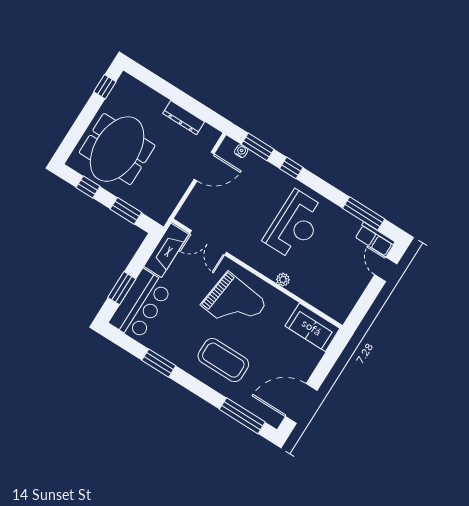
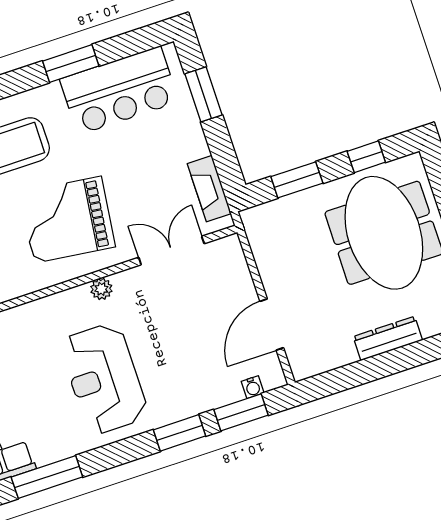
dresser: (184, 118) -> (388, 338), moved
window: (291, 168) -> (180, 433), width x1.50
fireplace: (166, 250) -> (209, 189), width x0.73, depth x0.76
plant: (283, 280) -> (101, 289), moved
bar counter: (141, 305) -> (119, 90), moved, turned -90

